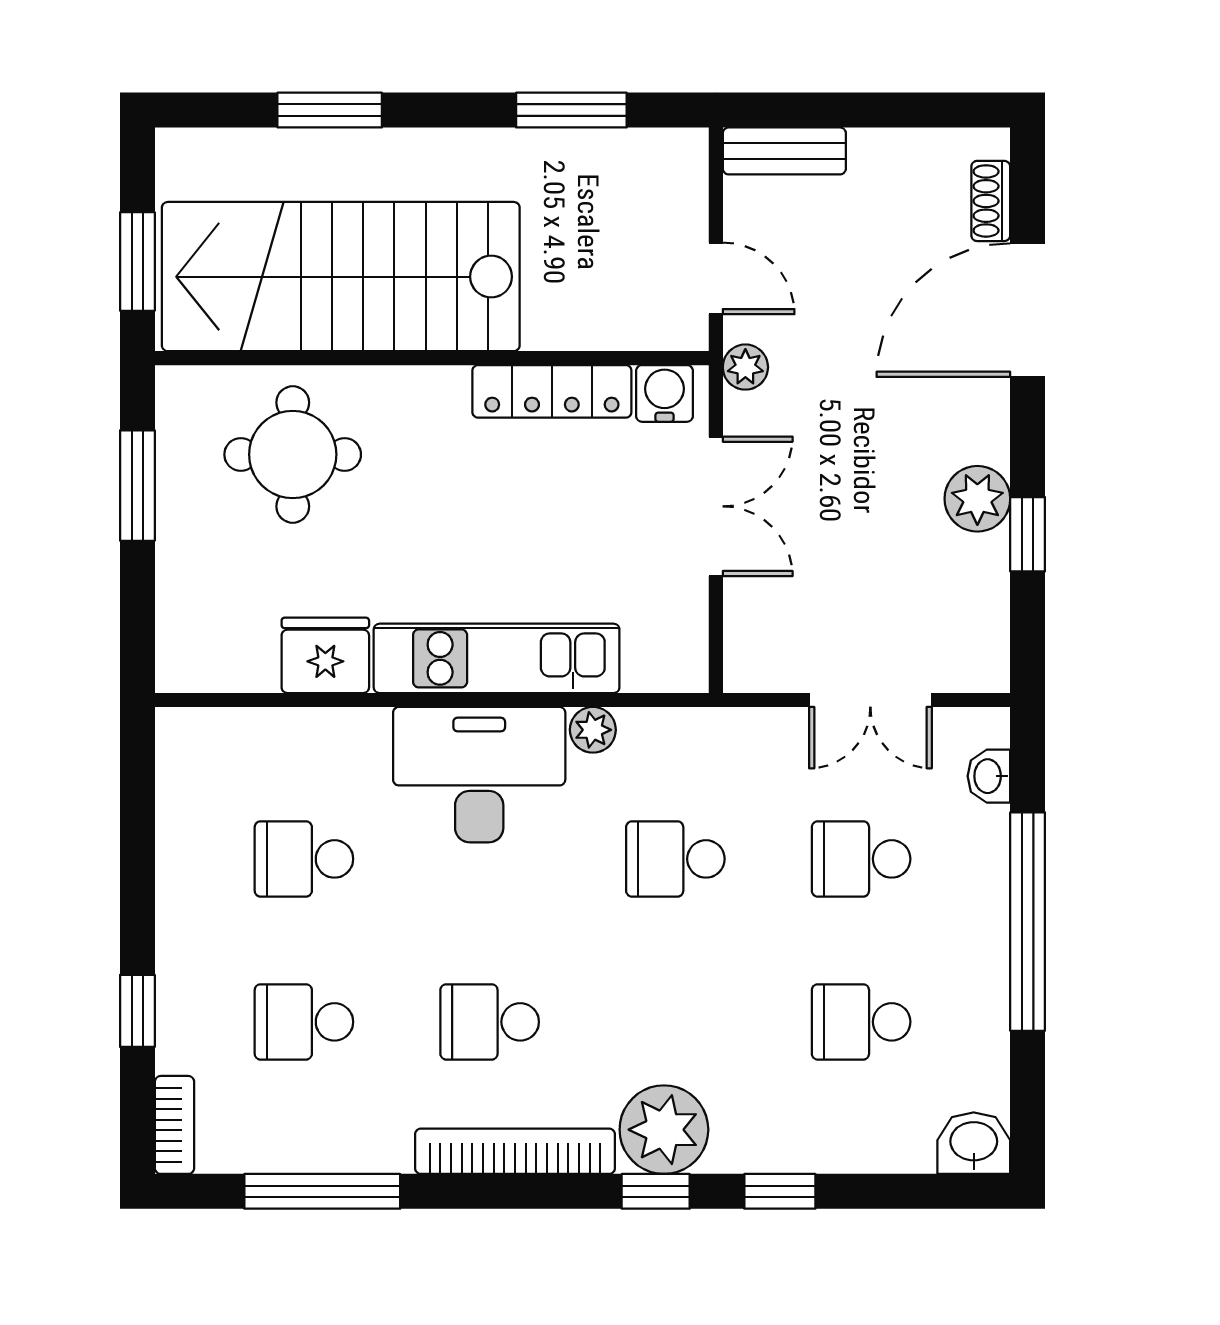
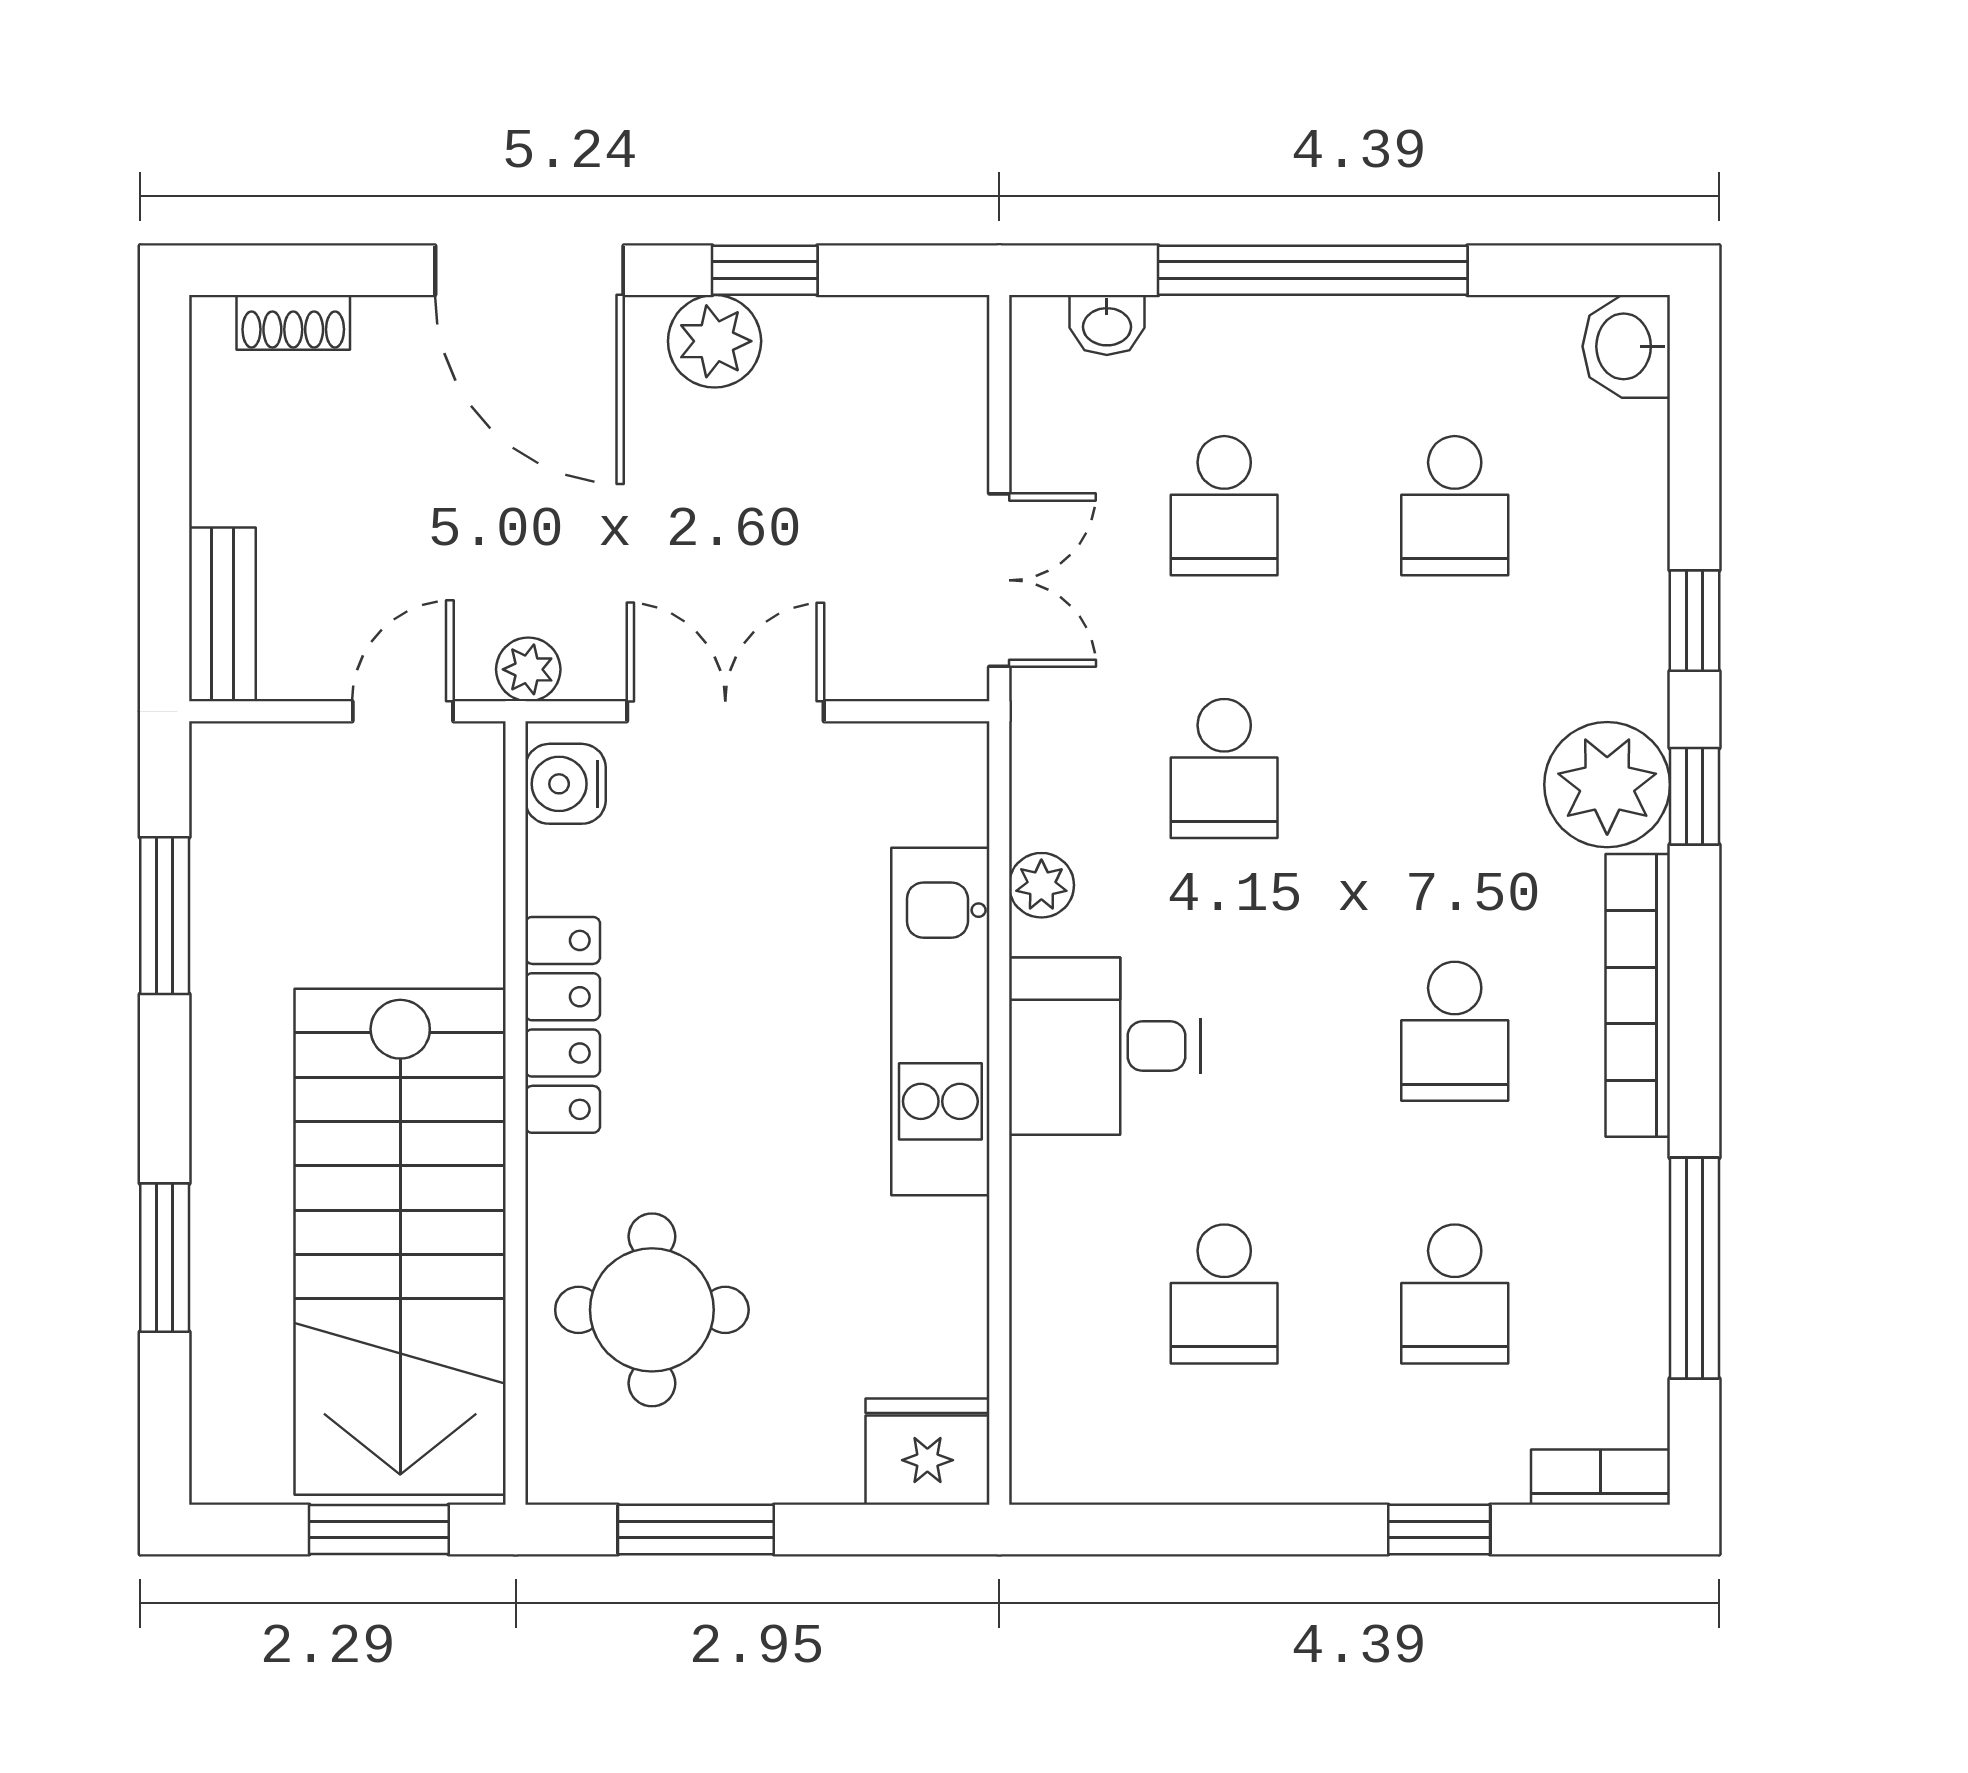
door: (1028, 310) -> (529, 270), moved
locker: (552, 391) -> (563, 1025), moved
fridge: (325, 655) -> (927, 1452), moved, turned 90
double door: (870, 700) -> (999, 580), moved
desk: (479, 775) -> (1105, 1046), width x0.73

